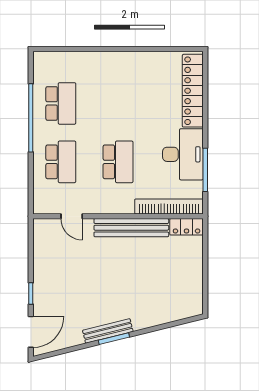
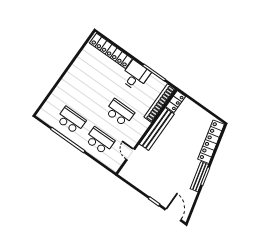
desk: (183, 154) -> (135, 76), width x0.73
door: (72, 216) -> (130, 154), swing flipped
locker: (166, 313) -> (211, 142), added

